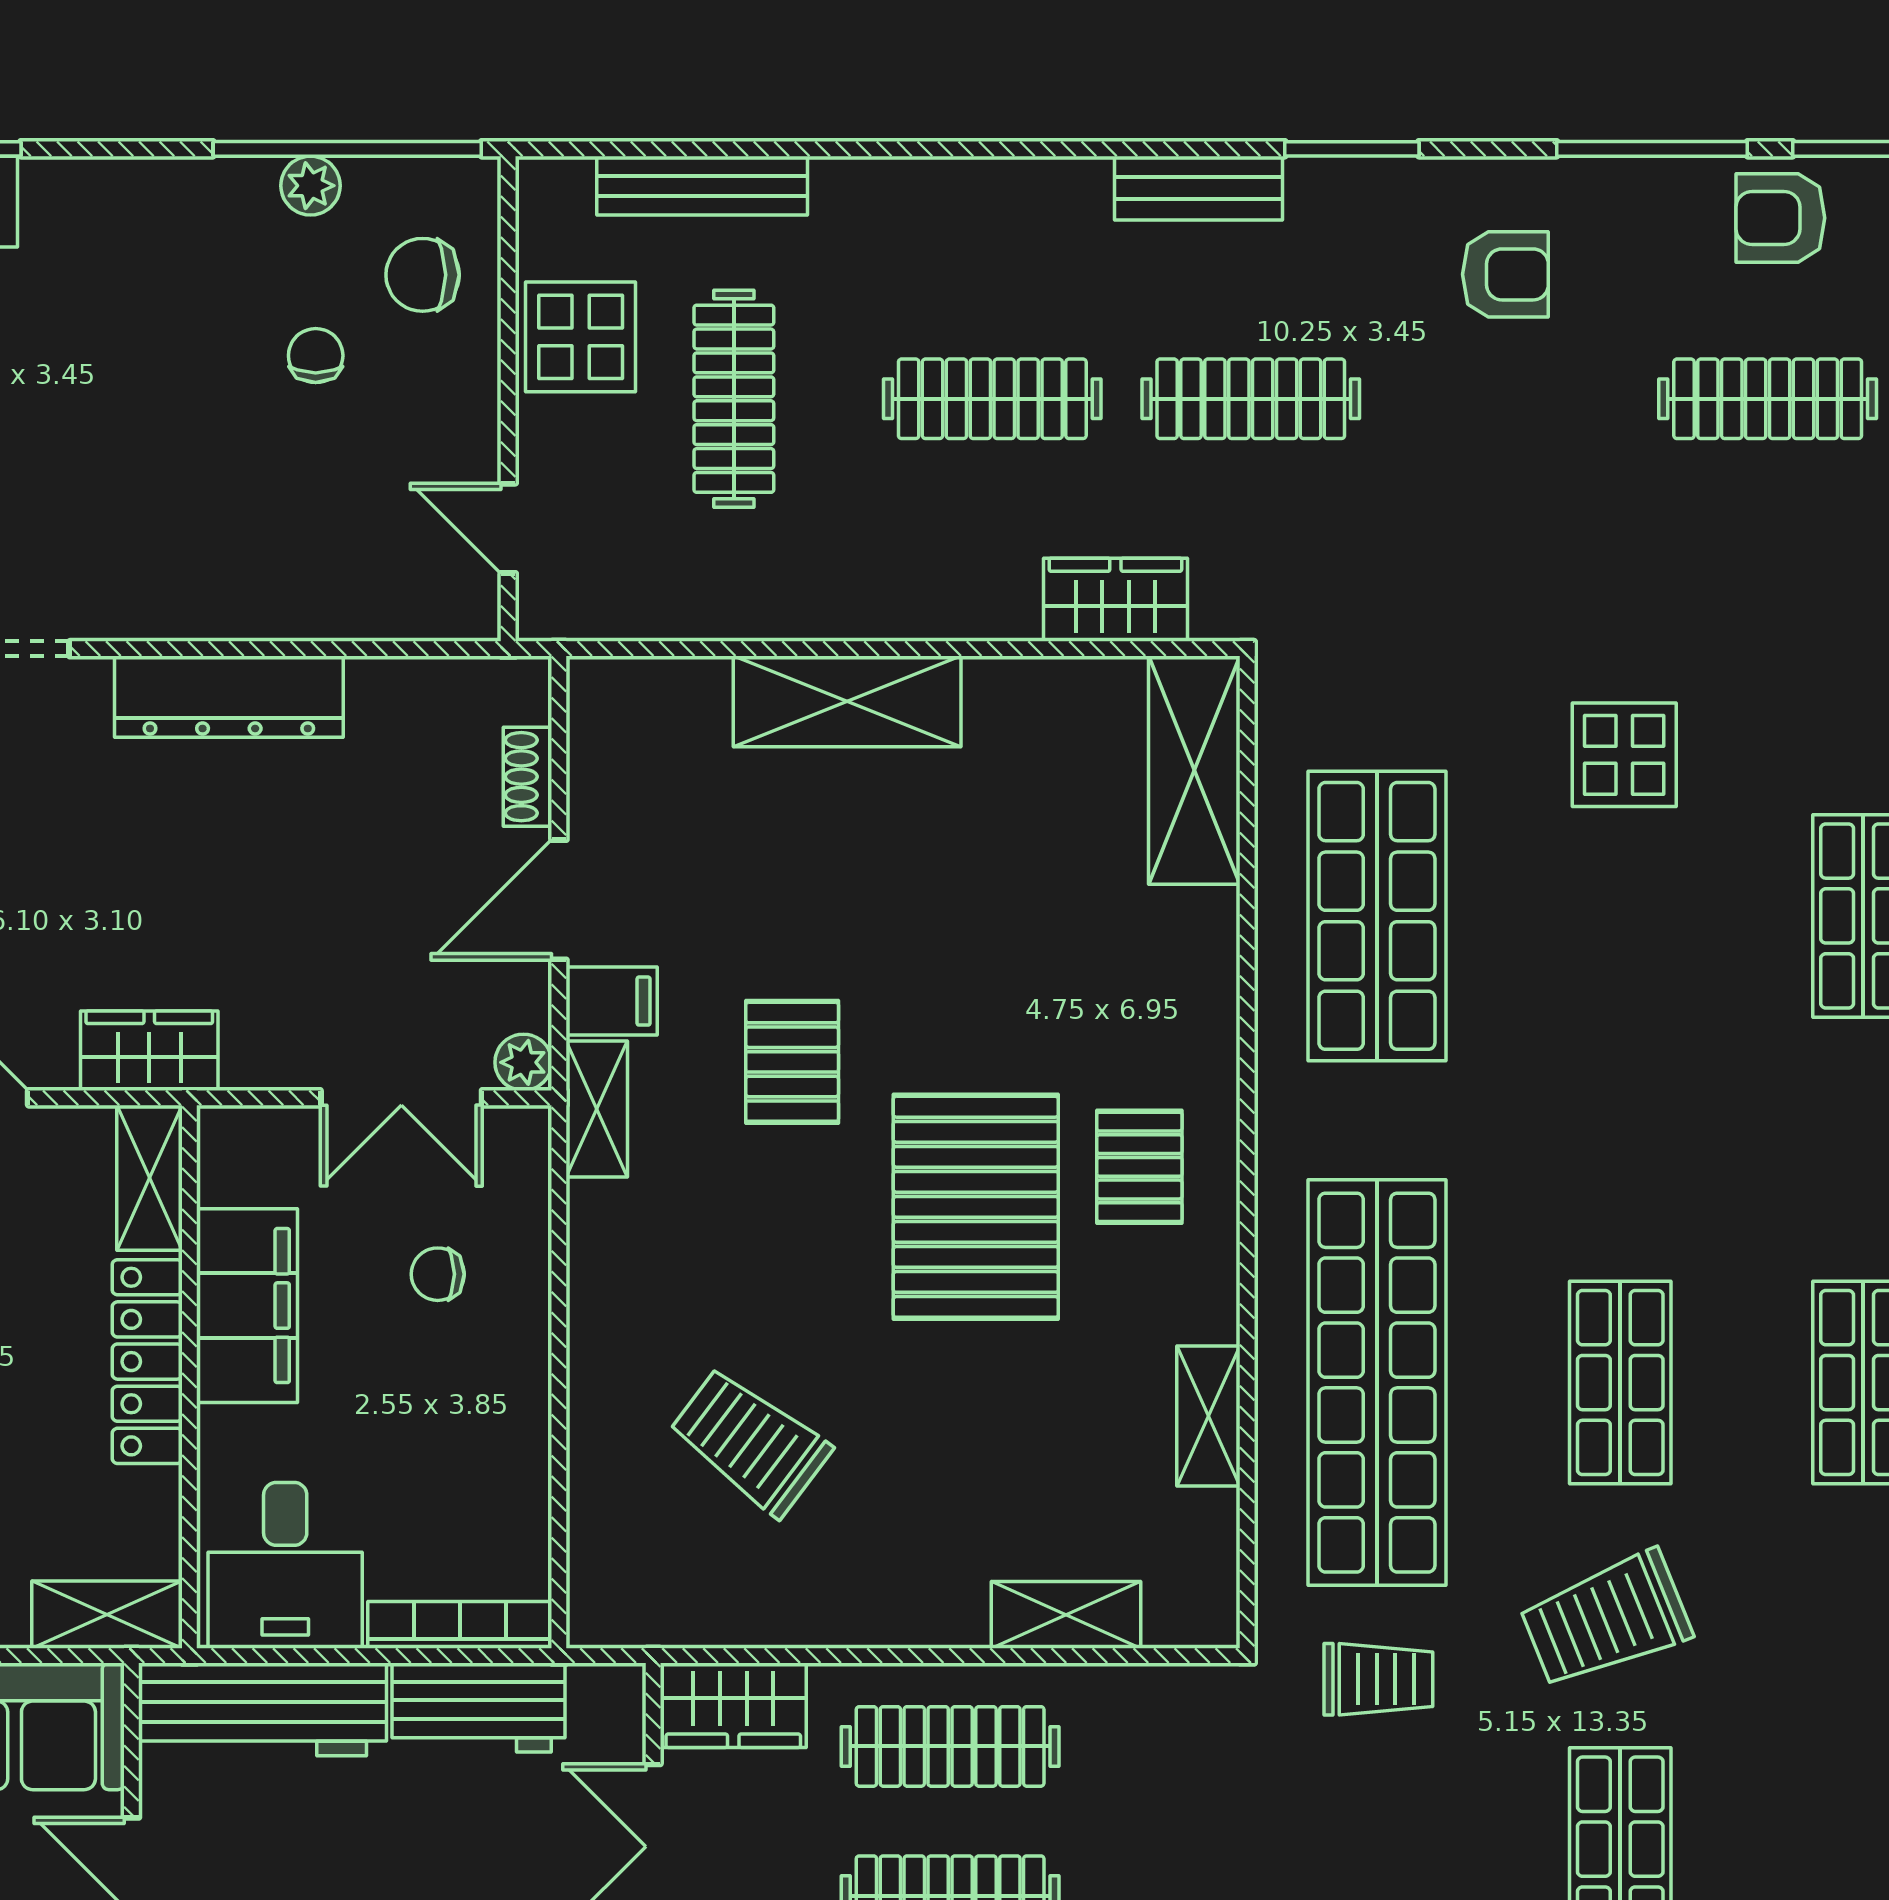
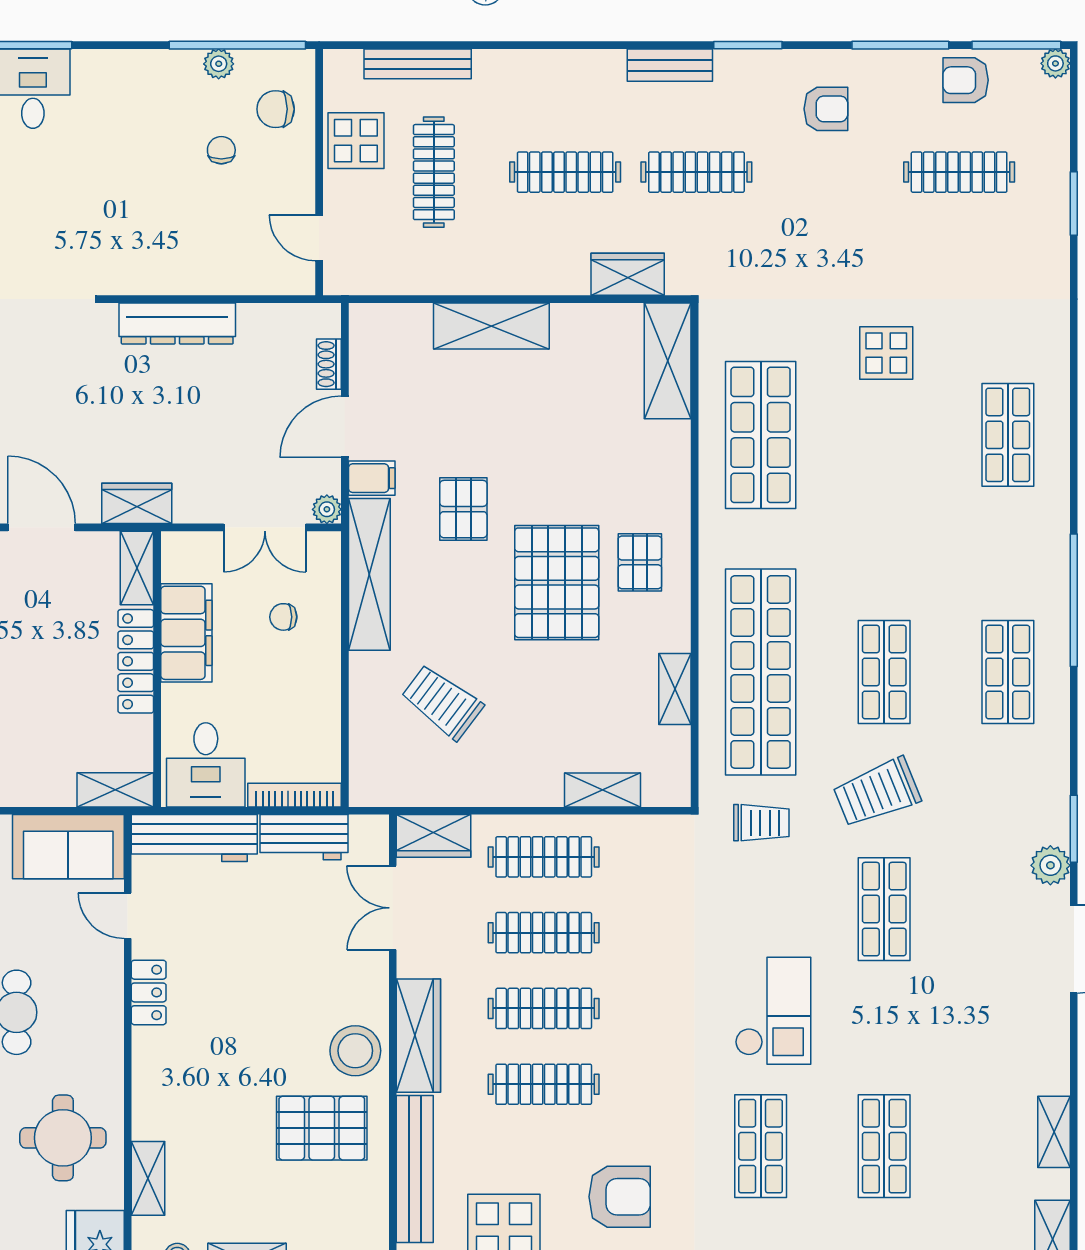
shelving: (597, 1109) -> (369, 574), width x2.20, depth x1.33

